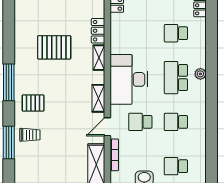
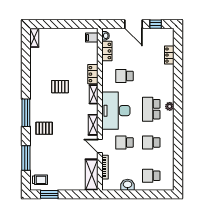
school desk: (176, 33) -> (125, 76), moved
pallet: (54, 47) -> (60, 87), width x0.67, depth x0.71
door: (107, 127) -> (100, 146), hinge flipped
trolley: (30, 135) -> (40, 180), moved

